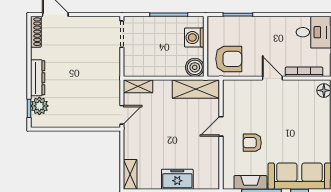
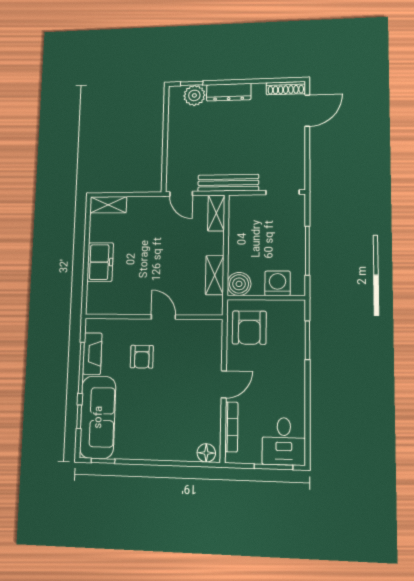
bench: (114, 77) -> (228, 183), added
shelving: (196, 89) -> (215, 275), width x0.67, depth x0.75
armchair: (252, 143) -> (142, 357), turned 180

